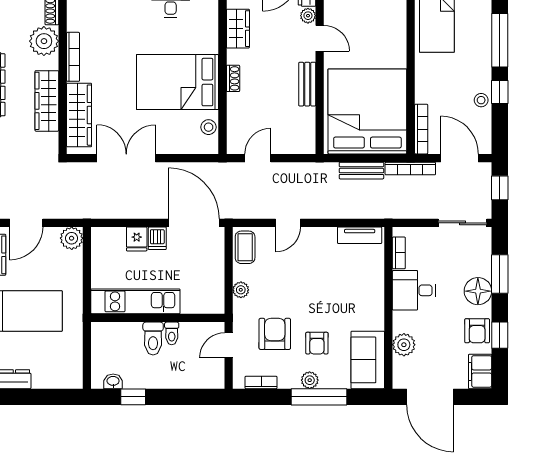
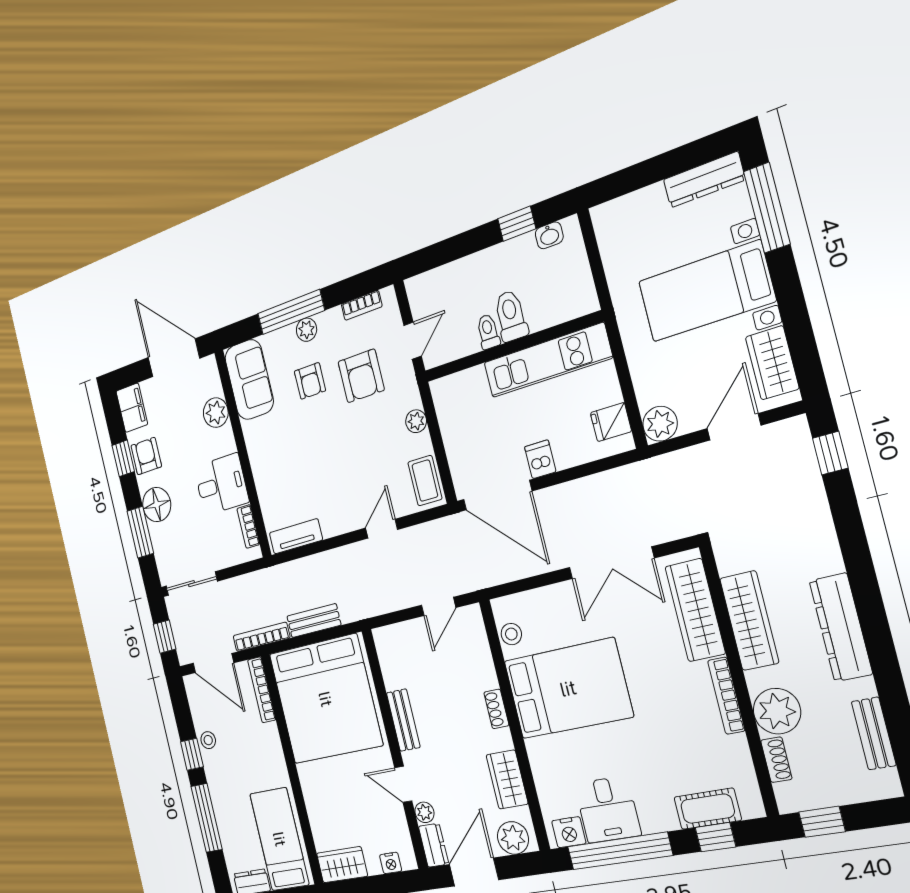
fridge: (137, 239) -> (611, 422), moved, turned -90
armchair: (317, 343) -> (310, 381), turned 180

